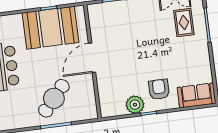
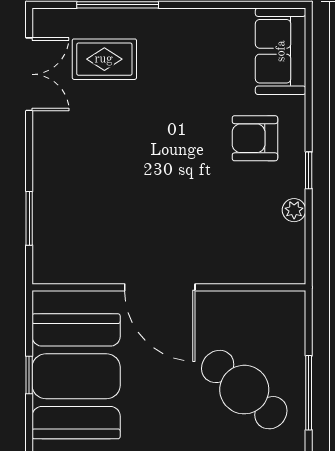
plant: (135, 105) -> (294, 210), width x0.53, depth x0.53

